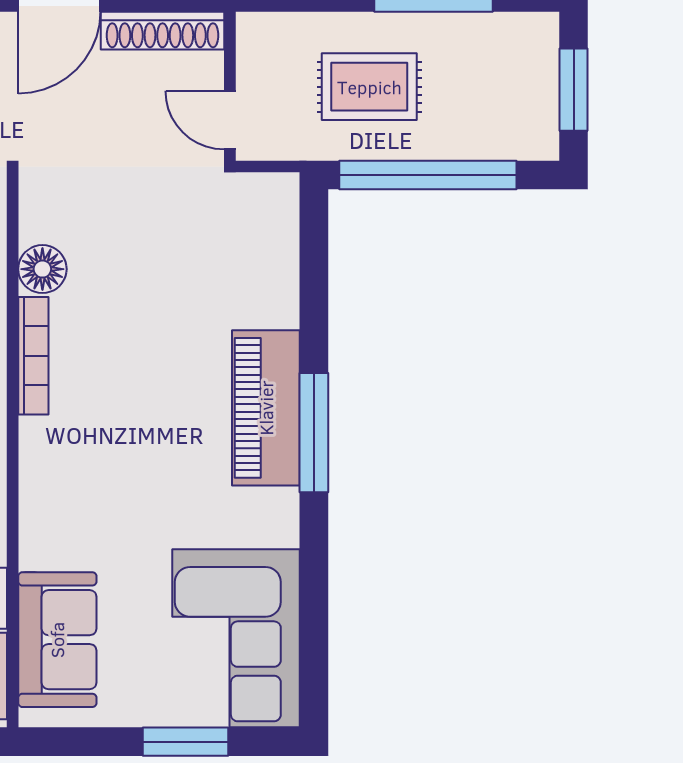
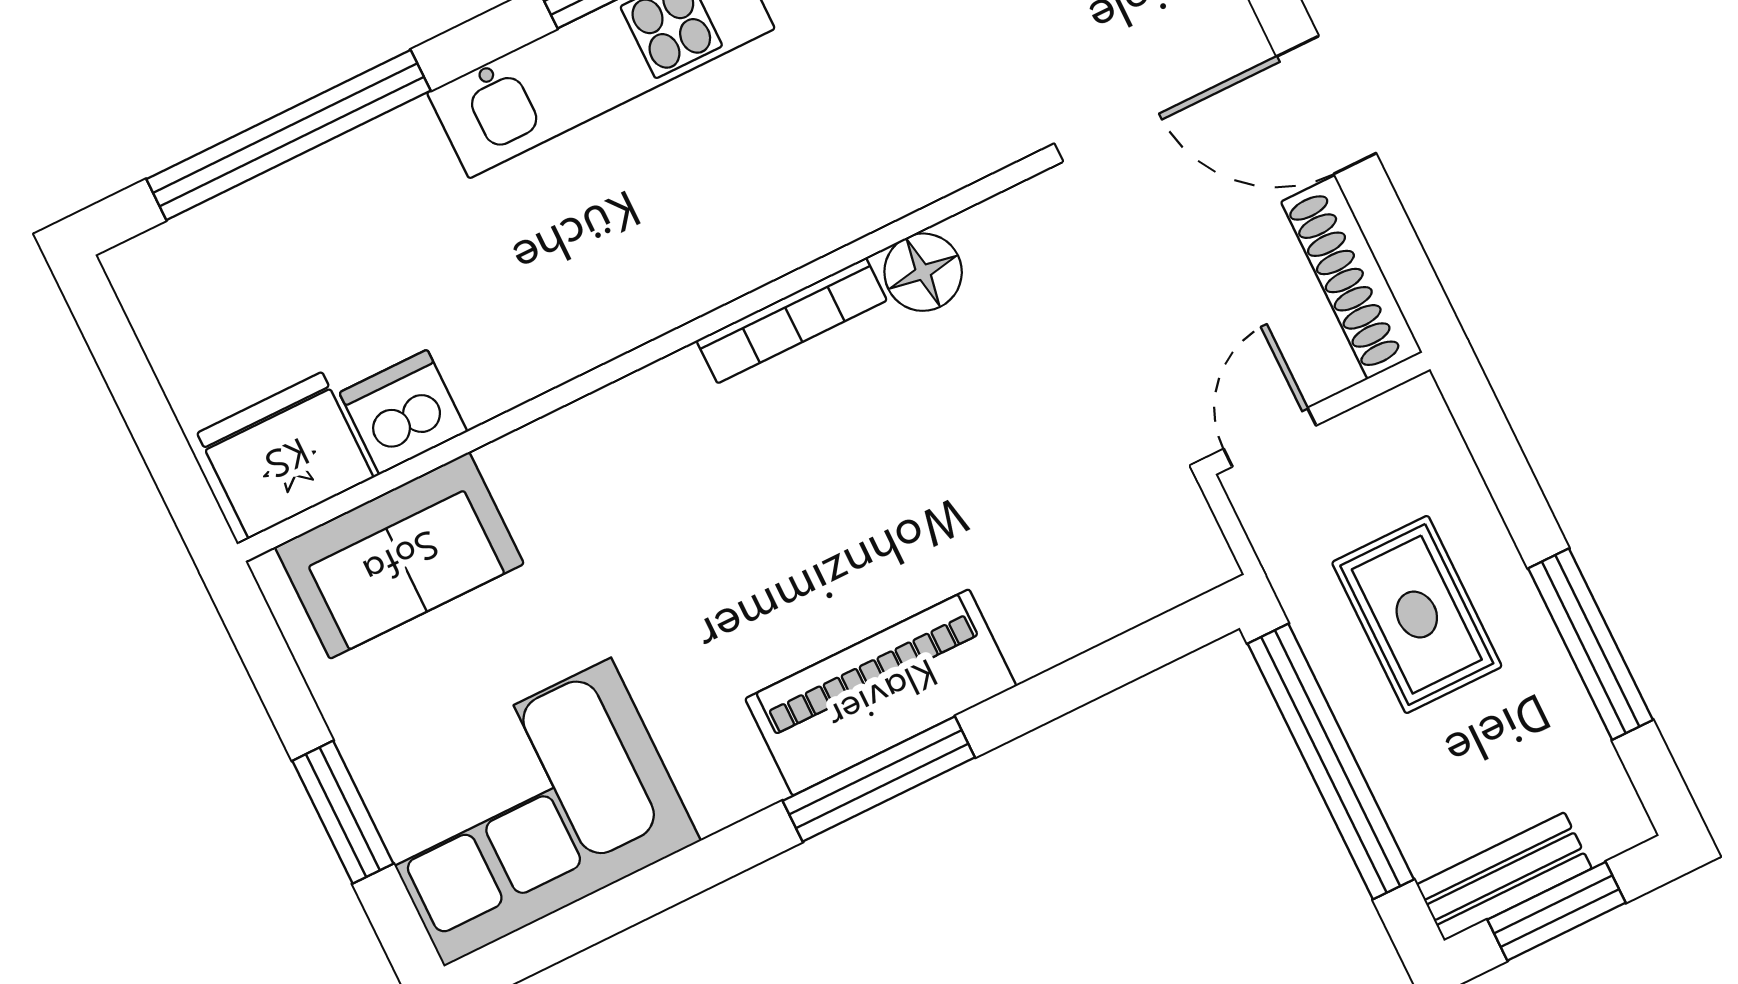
bench: (540, 110) -> (1504, 876), added

